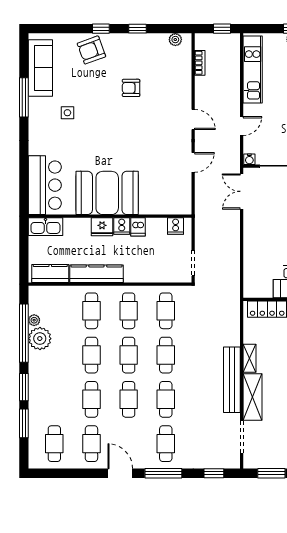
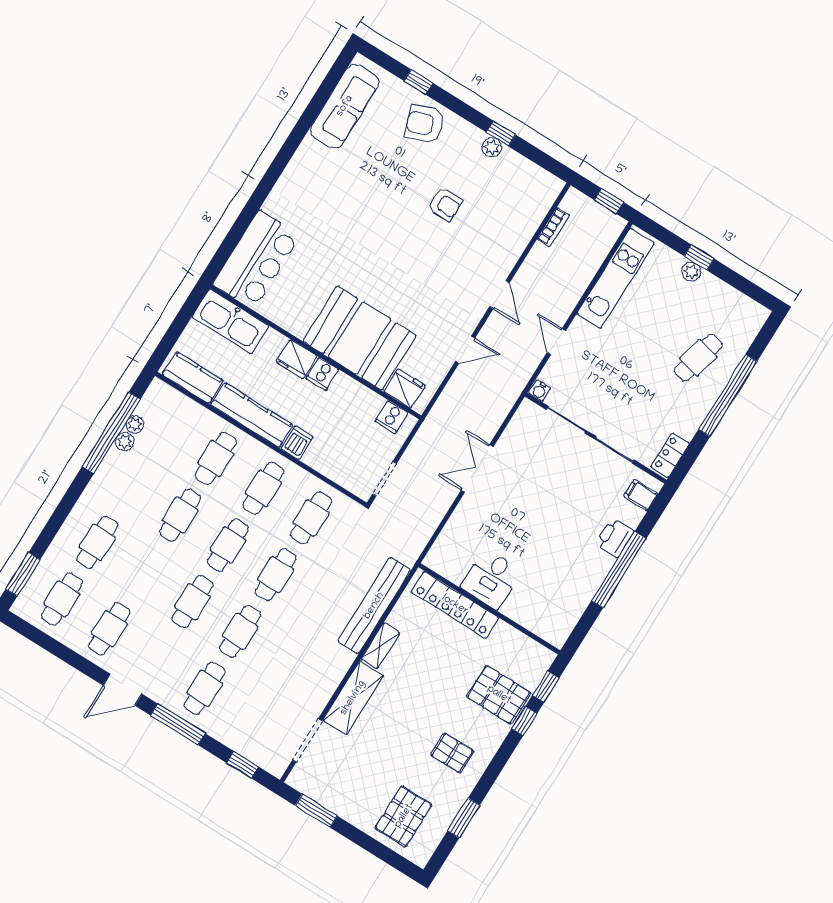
window: (101, 29) -> (418, 82), moved
plant: (175, 40) -> (492, 147), moved
armchair: (131, 88) -> (445, 204), turned 180
window: (24, 97) -> (300, 131), removed
side table: (67, 113) -> (344, 185), removed
door: (242, 126) -> (556, 342), swing flipped
double door: (242, 191) -> (477, 468), moved
booth: (107, 193) -> (360, 338), moved
fridge: (173, 205) -> (404, 389), added
kitchen sink: (45, 227) -> (230, 322), width x1.36, depth x1.24
dishwasher: (138, 227) -> (297, 443), moved, turned 180
plant: (40, 339) -> (125, 442), width x0.53, depth x0.53
bench: (232, 380) -> (374, 606), moved
window: (24, 387) -> (68, 502), removed
cafe table: (91, 399) -> (97, 542), moved
window: (24, 423) -> (23, 574), moved
door: (120, 473) -> (123, 690), swing flipped

